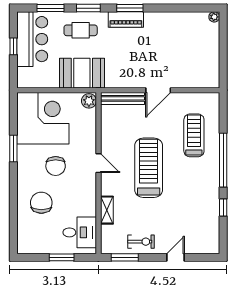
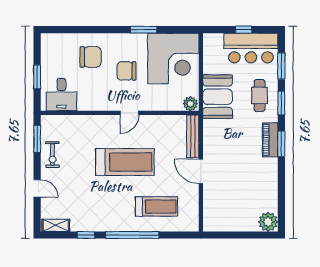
plant: (214, 17) -> (268, 222), width x1.88, depth x1.88
shelving: (107, 210) -> (56, 225), moved

